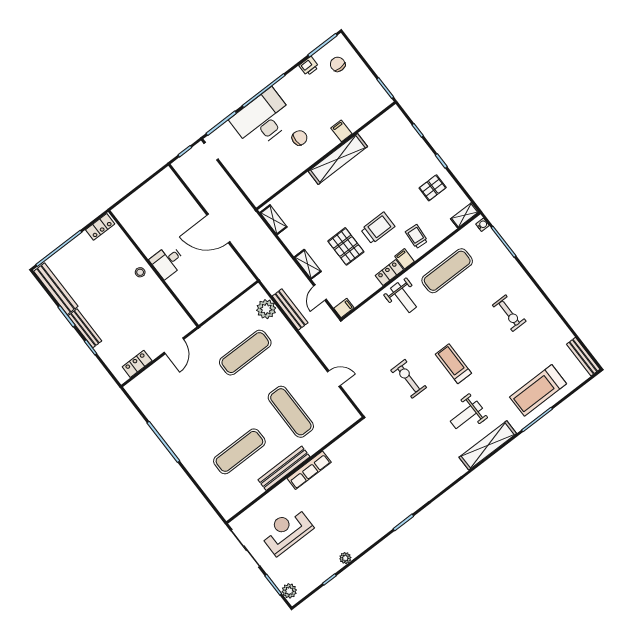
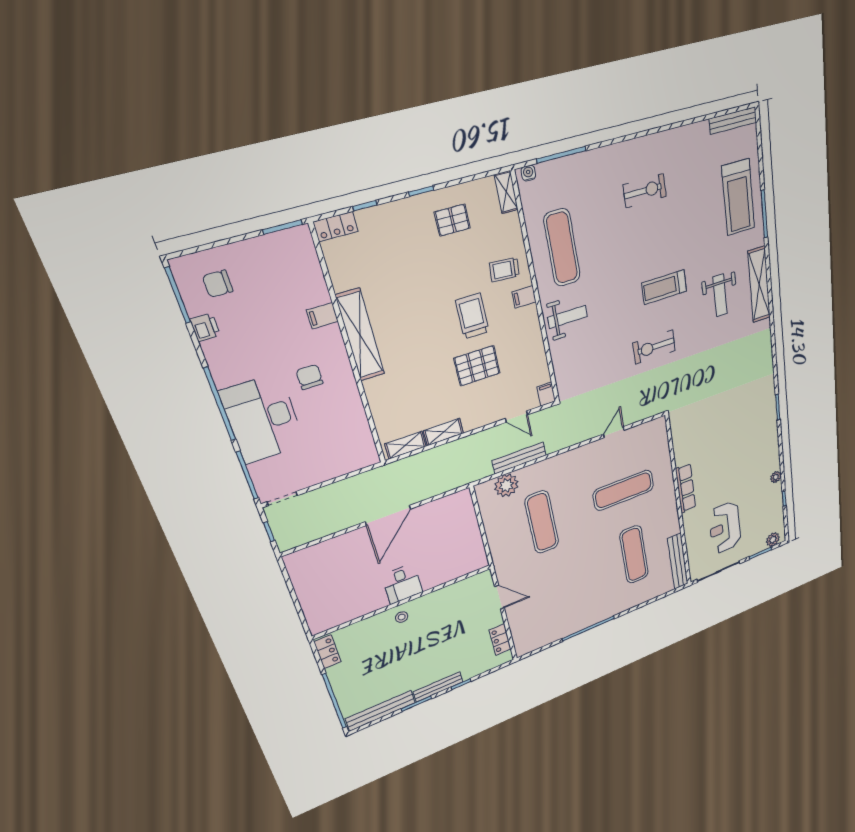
pallet: (433, 188) -> (452, 220), turned 90
shelving: (308, 264) -> (444, 432), moved
locker: (389, 273) -> (336, 227), moved, turned -90
bench: (284, 468) -> (678, 561), moved

